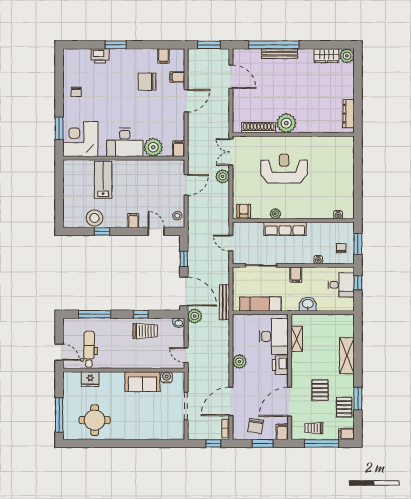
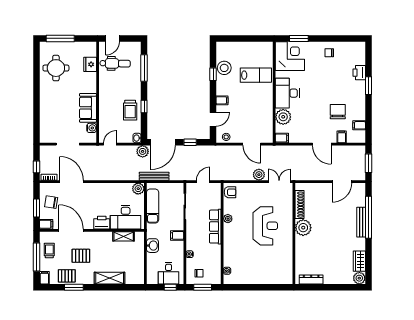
plant: (239, 362) -> (138, 189), moved

